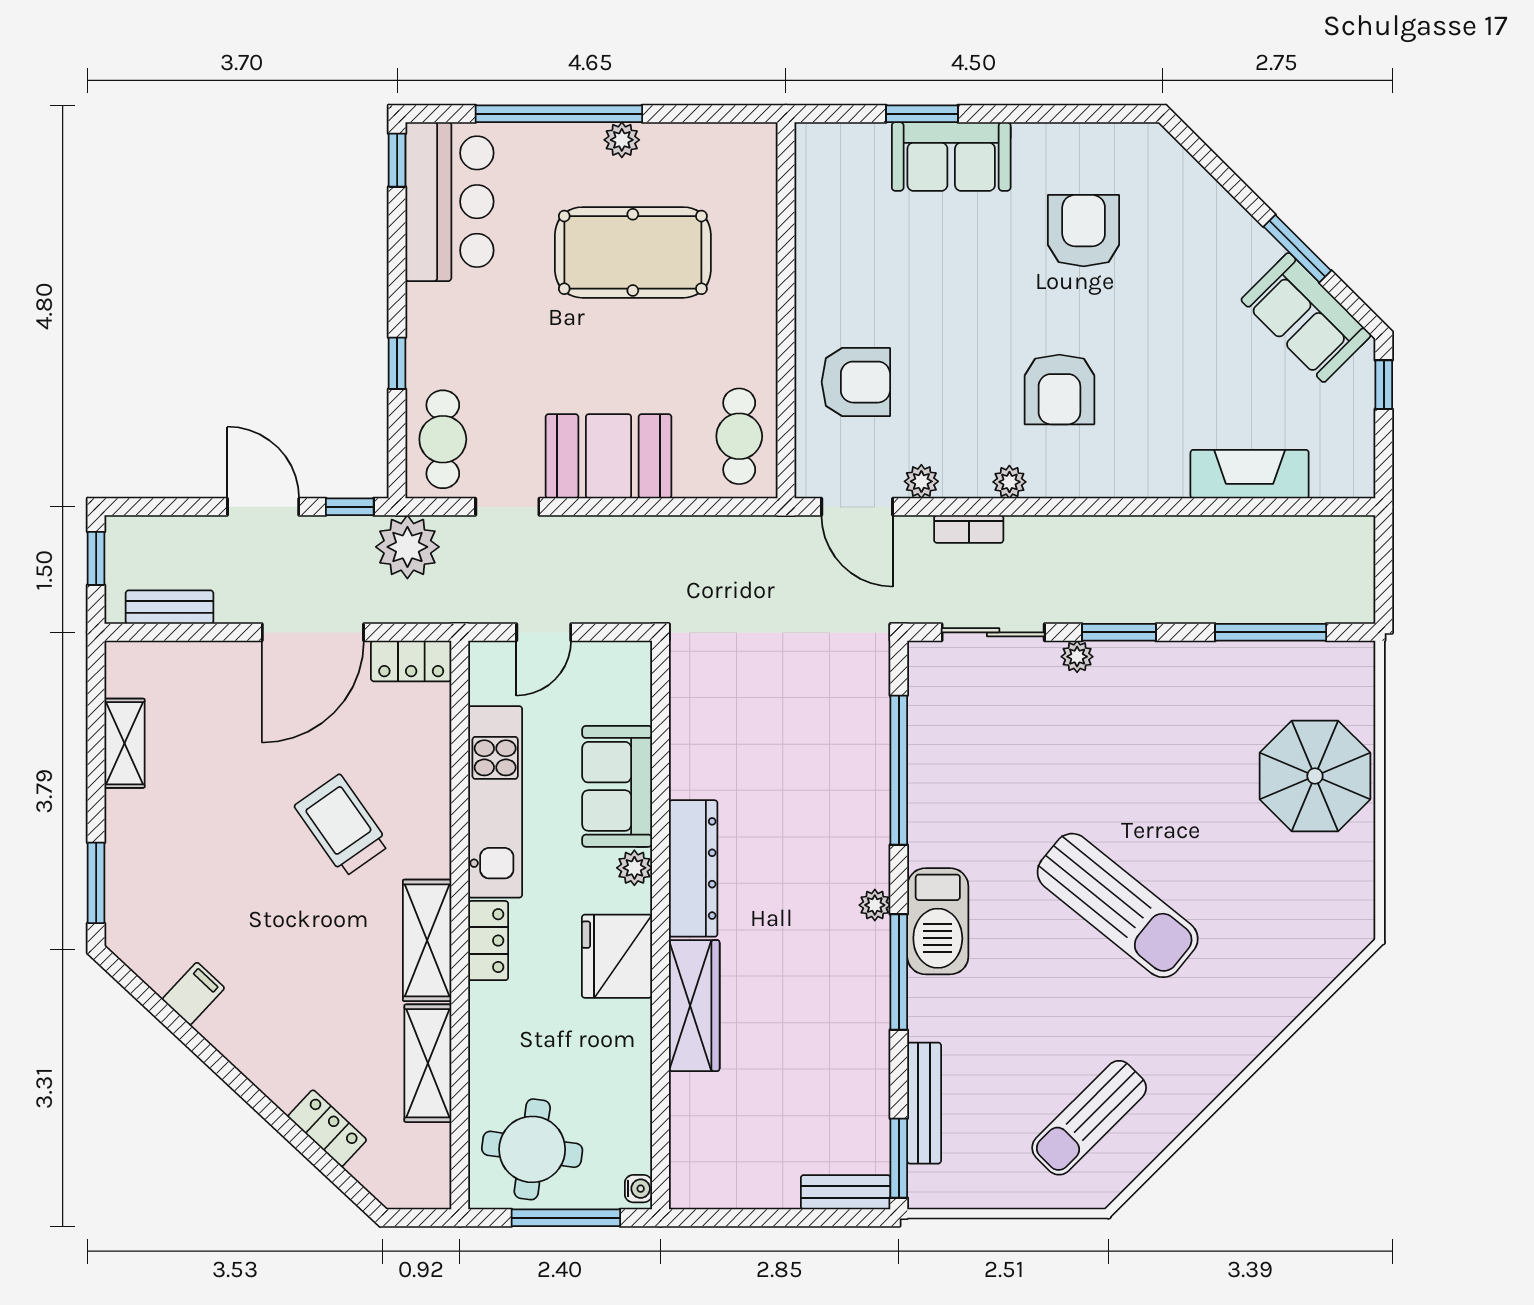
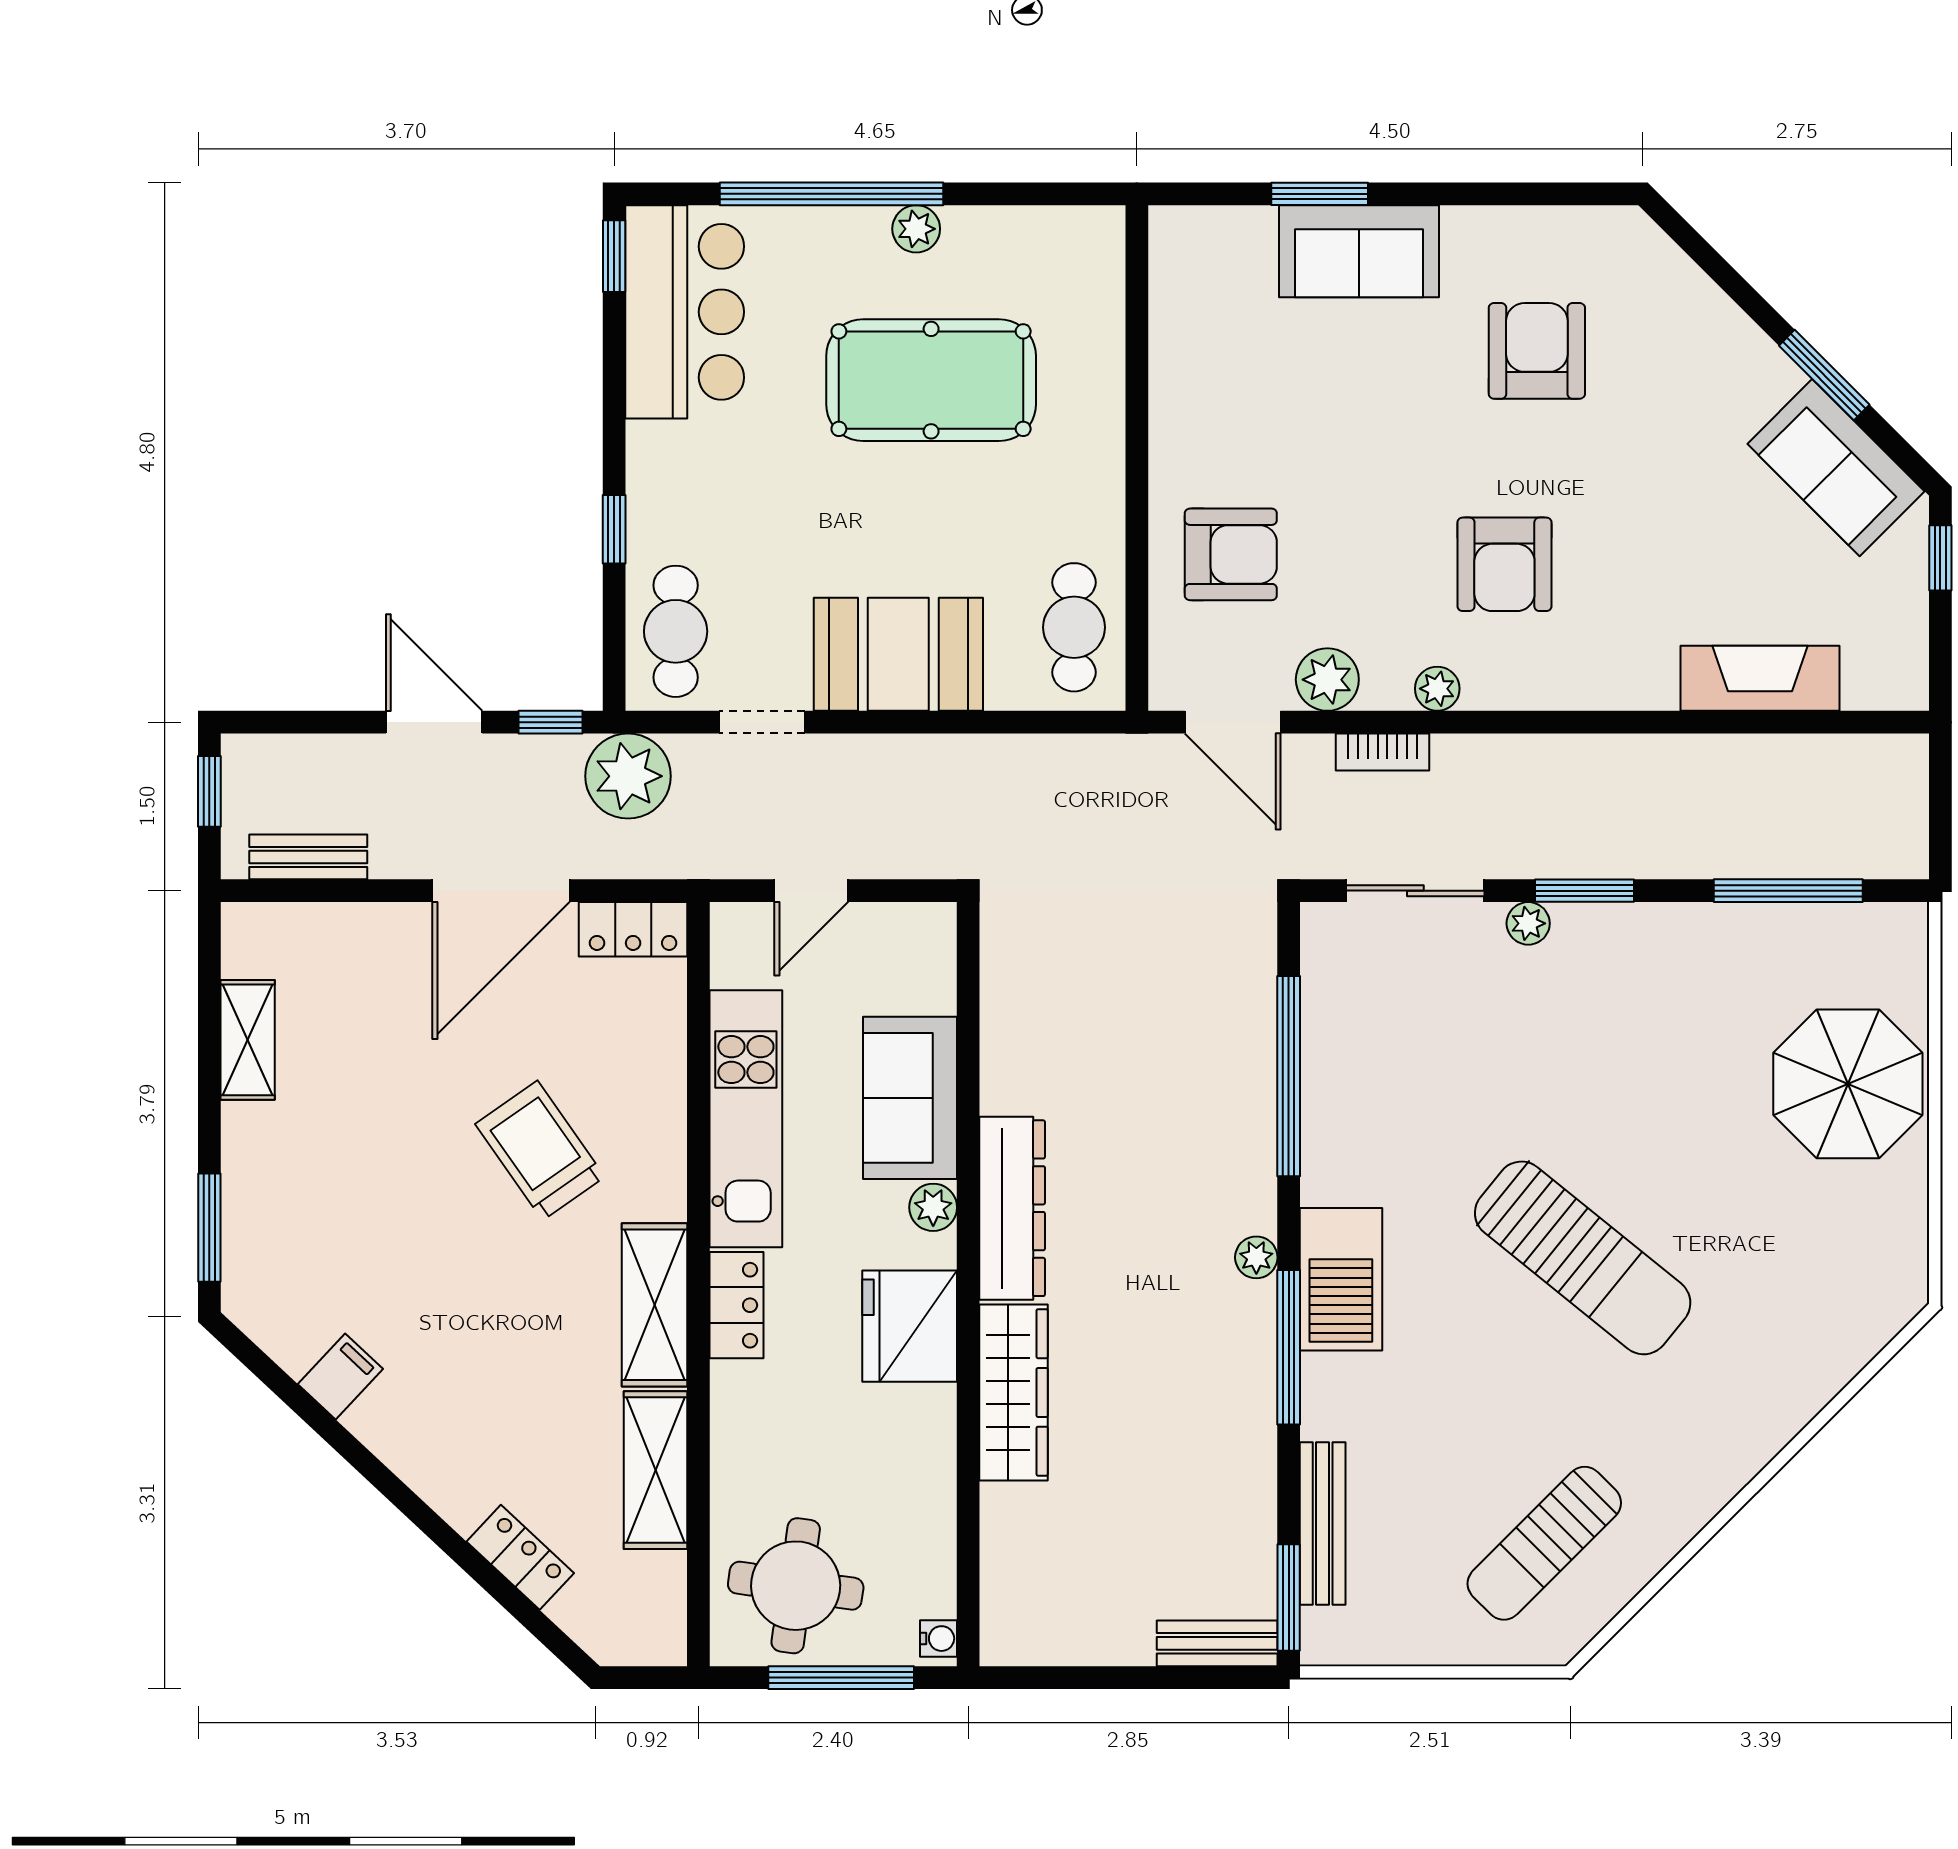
plant: (921, 481) -> (1327, 680), width x1.38, depth x1.38

